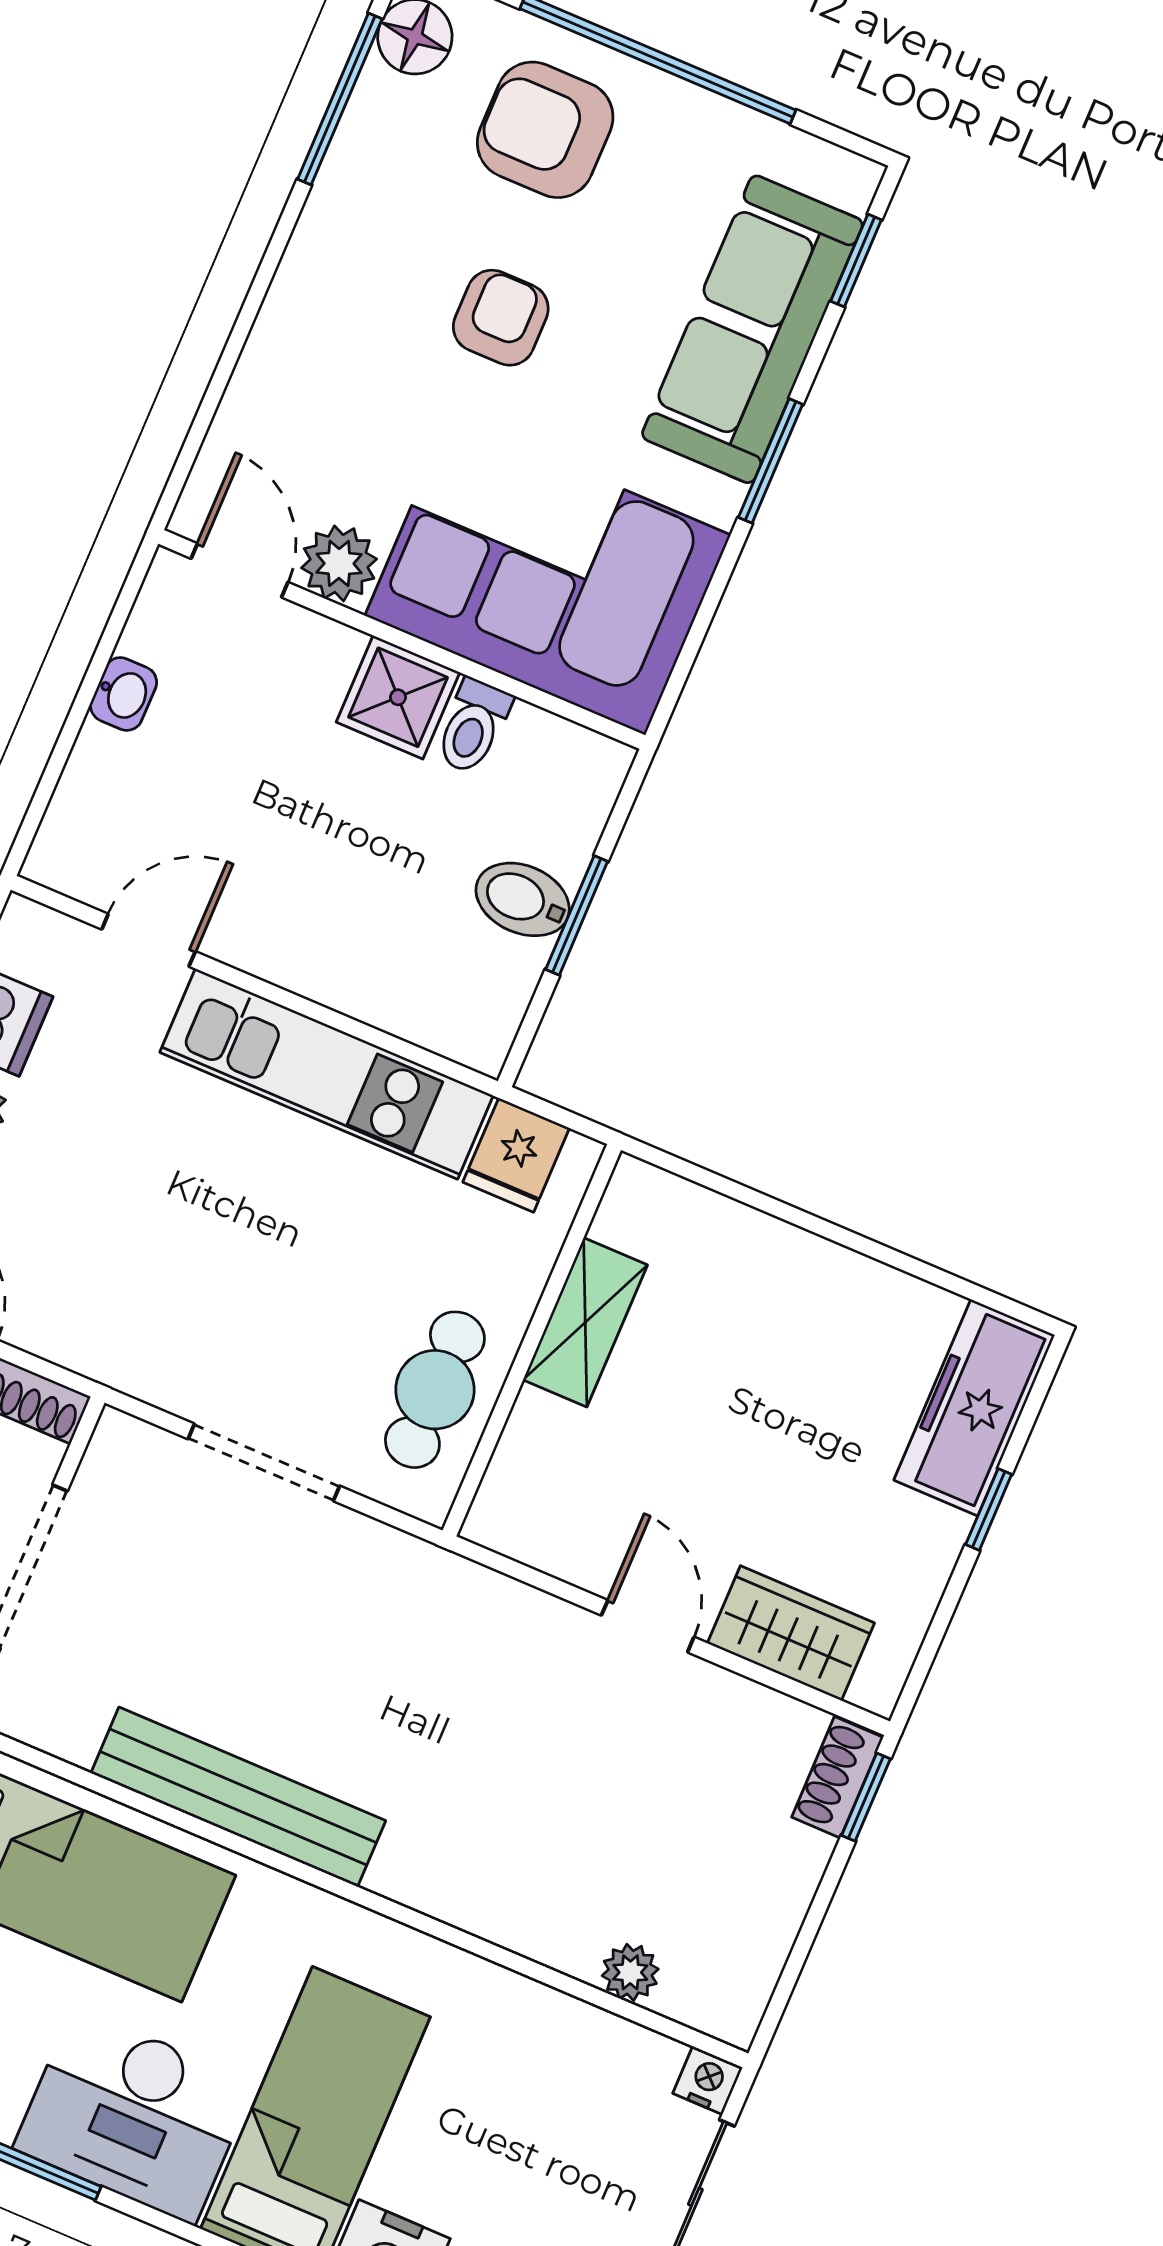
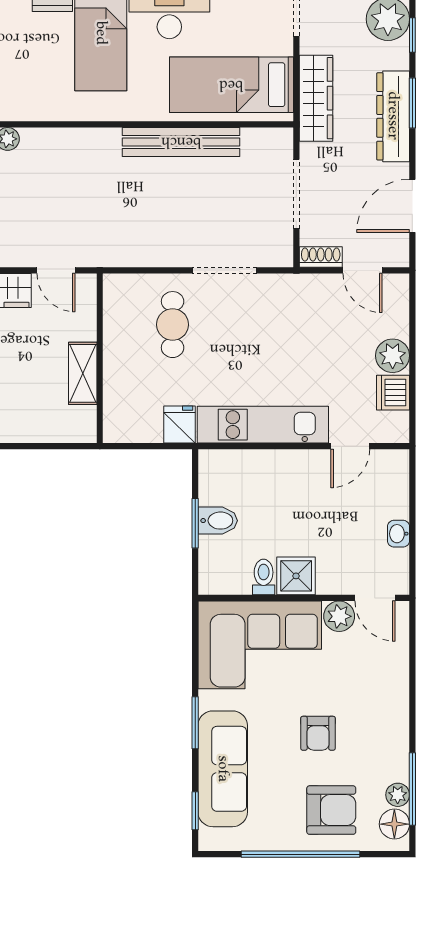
plant: (379, 100) -> (398, 795), added
shelving: (585, 1322) -> (83, 373), moved
wall: (532, 1340) -> (100, 358), moved

